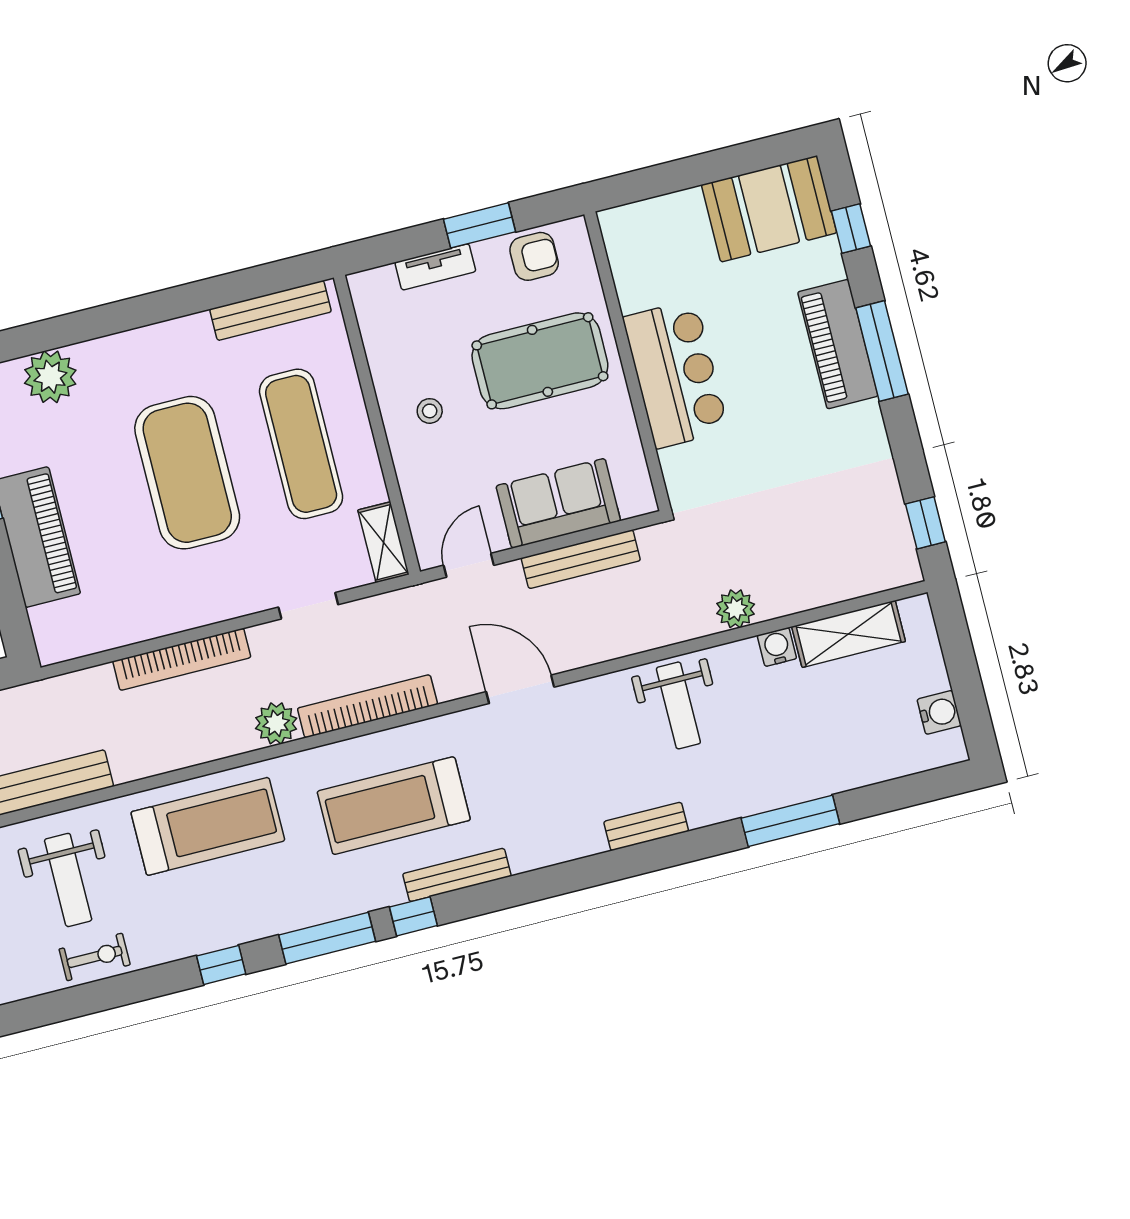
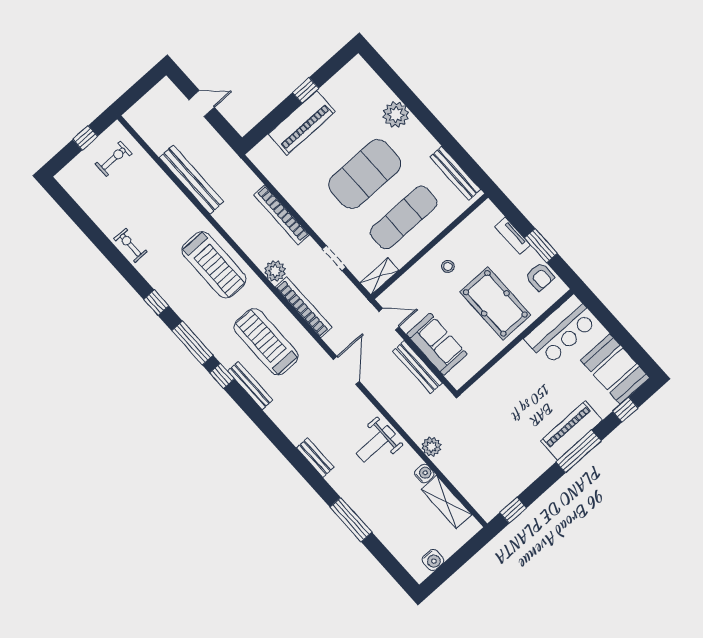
bar counter: (676, 374) -> (561, 330), moved
plant: (50, 377) -> (396, 115), moved
weight bench: (68, 880) -> (158, 216), removed
exercise bike: (95, 957) -> (130, 245), turned 180

